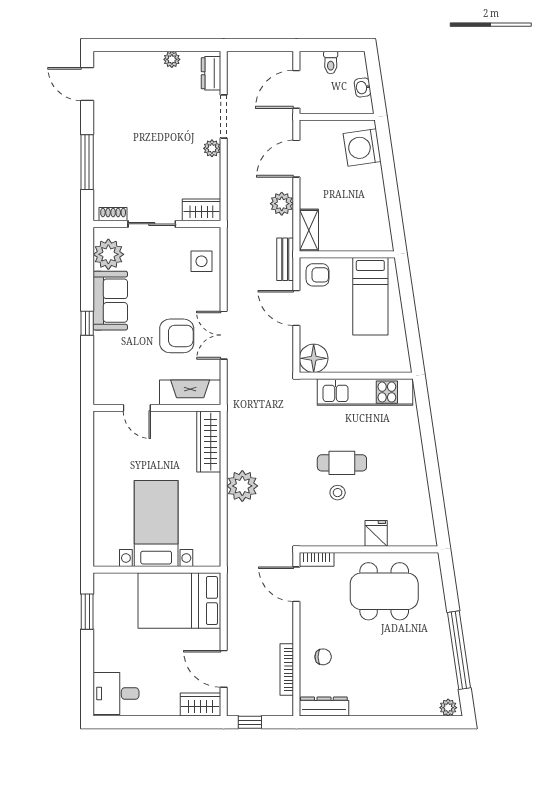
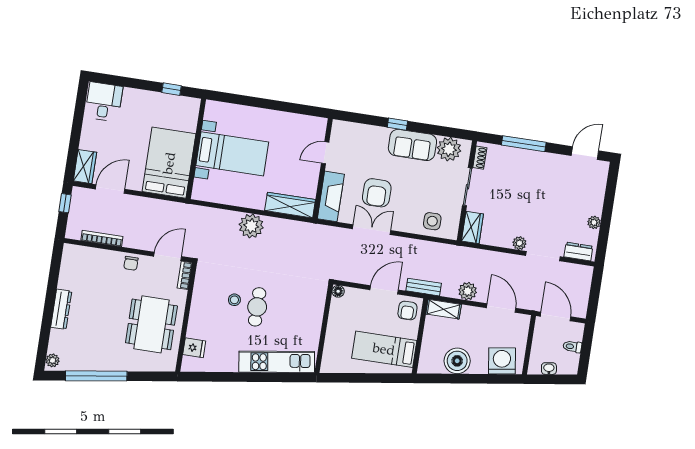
boiler: (371, 203) -> (457, 361), added
floor lamp: (314, 358) -> (338, 291), width x0.53, depth x0.53
kitchen unit: (365, 392) -> (277, 362), moved, turned 82
fridge: (376, 533) -> (194, 348), moved
window: (87, 612) -> (171, 89), width x0.67
chair: (323, 657) -> (131, 263), moved
dresser: (324, 707) -> (61, 309), moved

